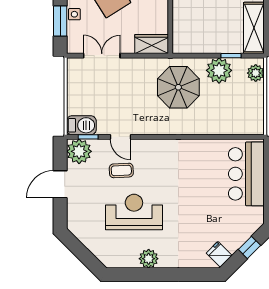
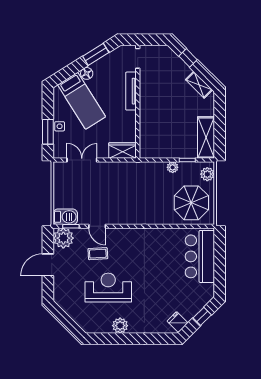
plant: (219, 70) -> (173, 167), width x0.53, depth x0.53
parasol: (178, 87) -> (191, 203), moved

